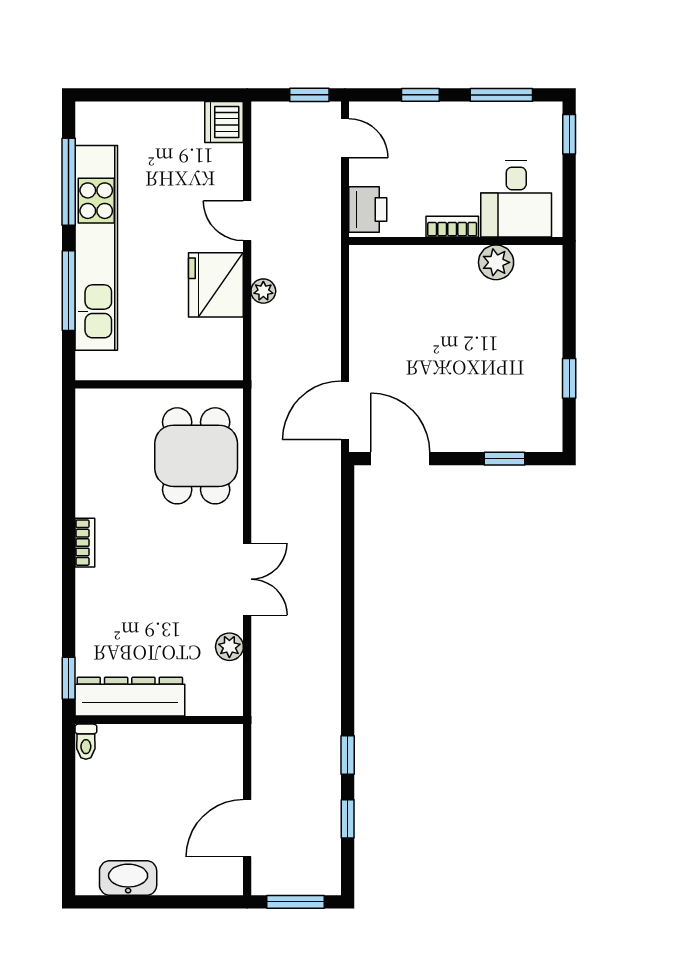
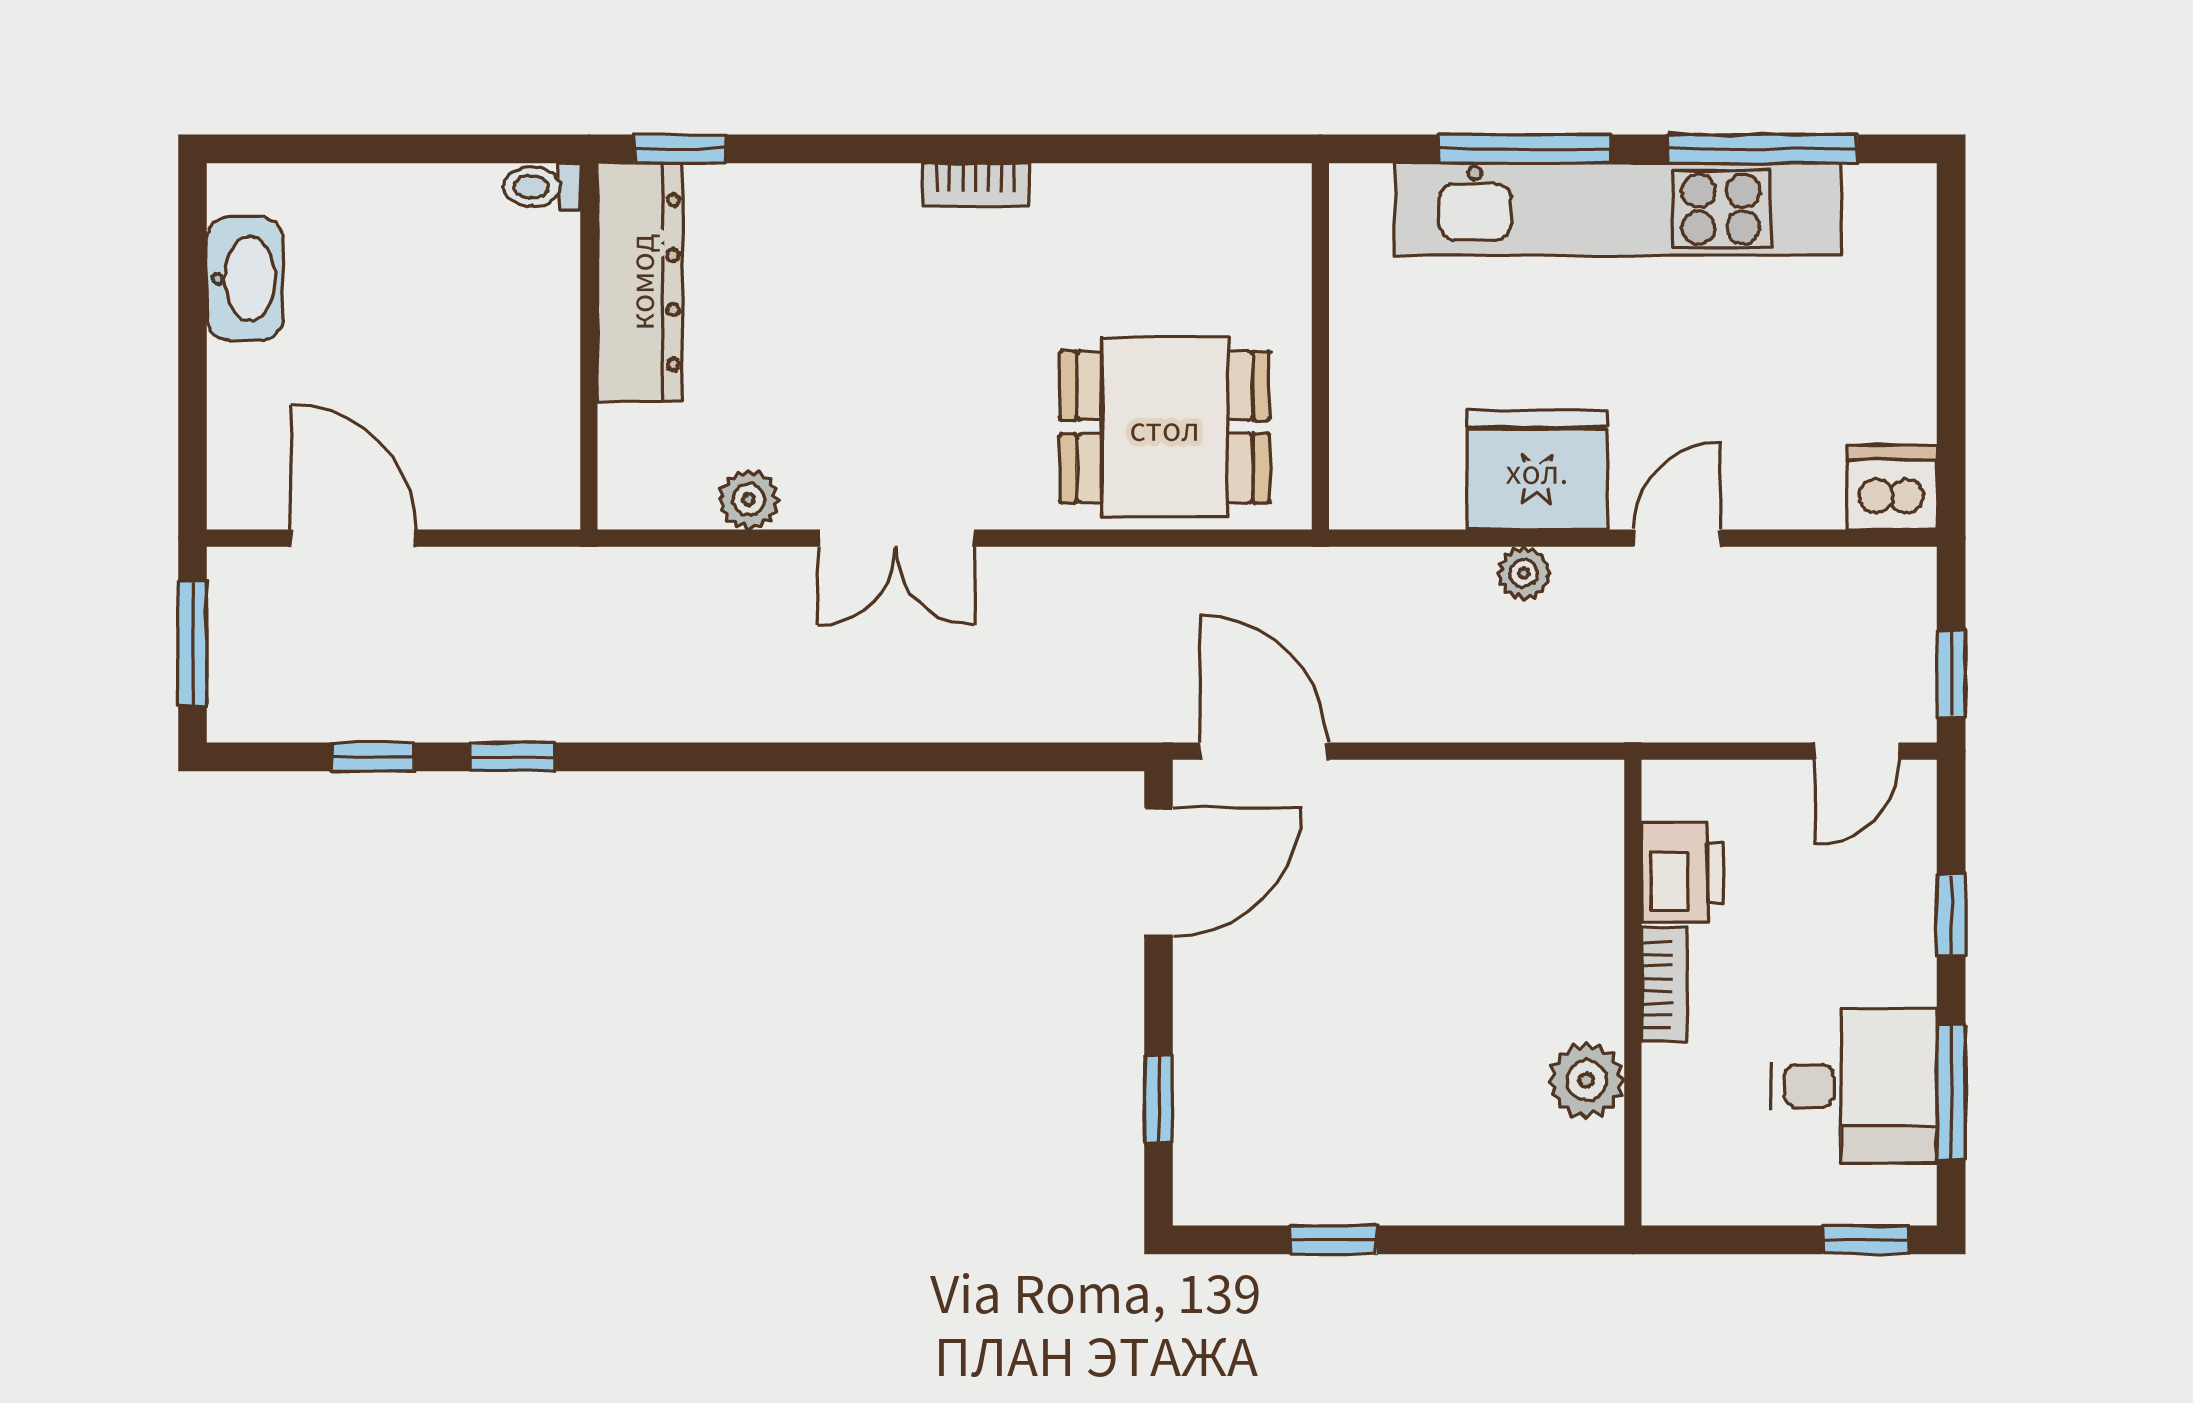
desk: (516, 199) -> (1854, 1086), moved, turned 180
printer: (368, 210) -> (1683, 872), moved, turned -90

